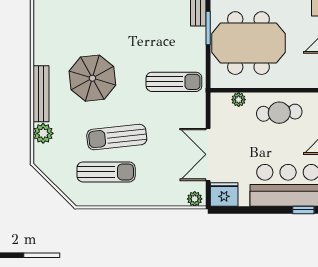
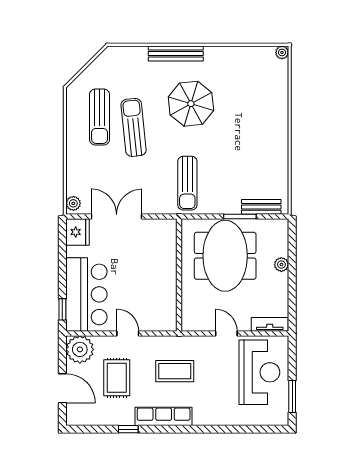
plant: (239, 100) -> (170, 246), removed
cafe table: (279, 113) -> (157, 286), removed
plant: (43, 133) -> (137, 56), removed

